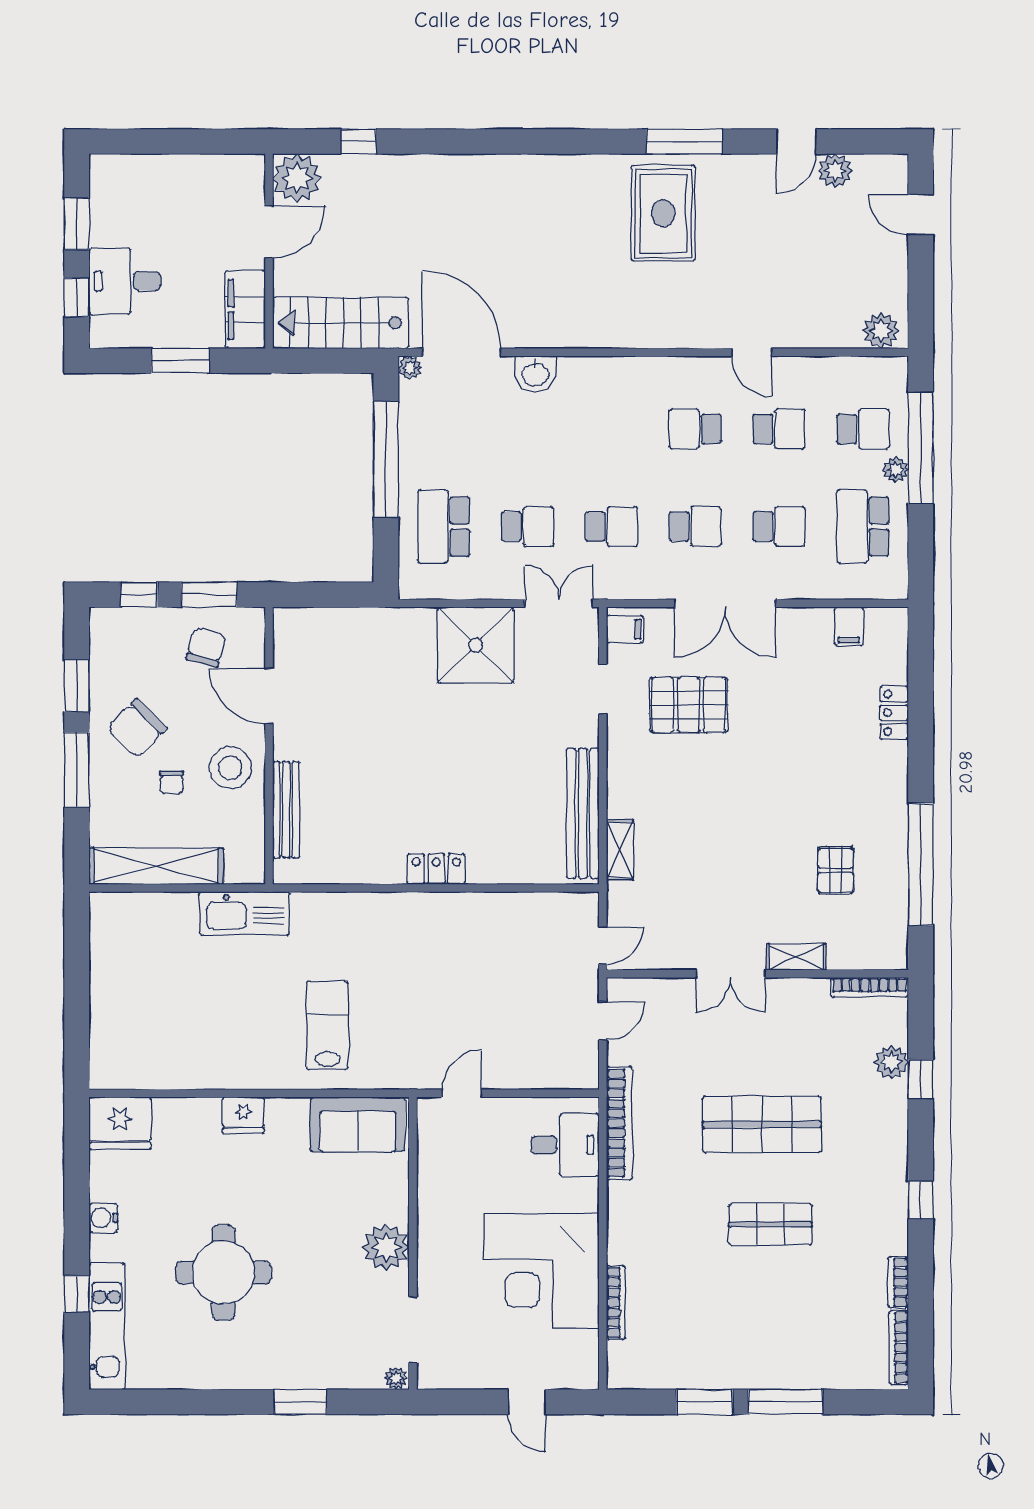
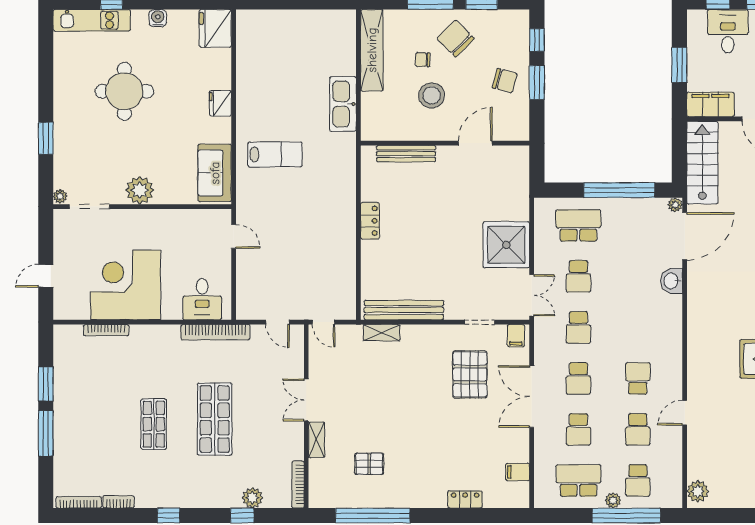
door: (269, 696) -> (475, 143), moved
wall: (269, 746) -> (445, 143), moved
bench: (286, 810) -> (406, 154), moved

